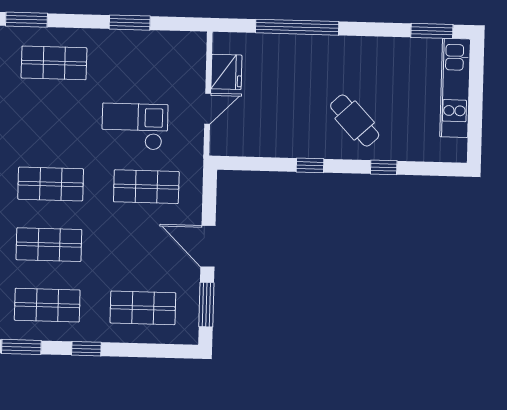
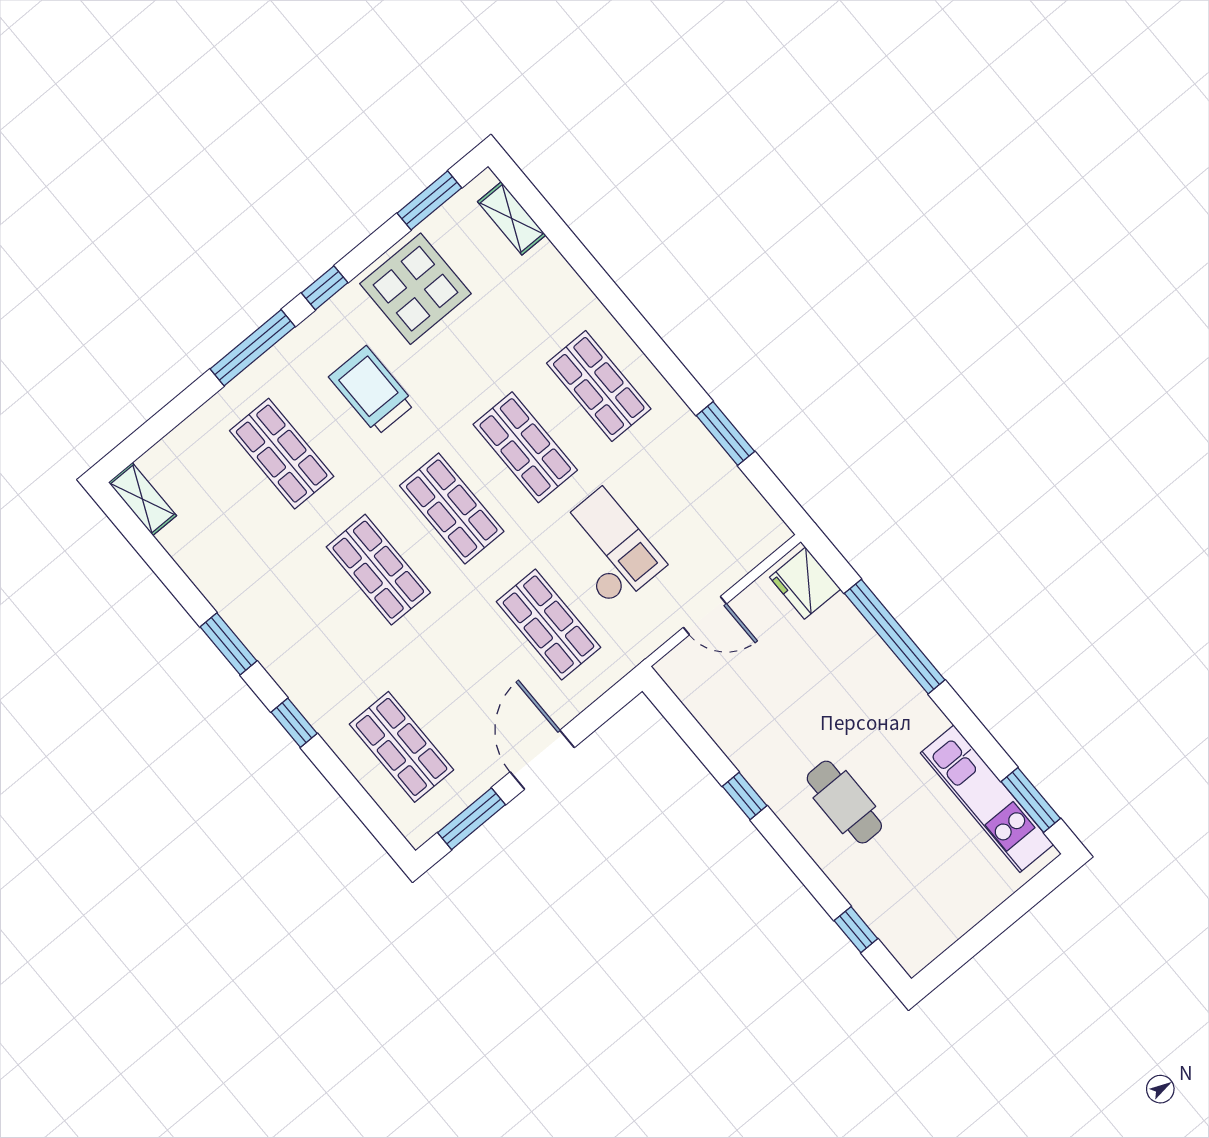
window: (26, 20) -> (621, 308), removed
fridge: (226, 72) -> (805, 583), moved, turned 90
kitchen unit: (455, 88) -> (987, 799), moved, turned -90
cafe table: (355, 120) -> (844, 802), turned -47
window: (384, 167) -> (856, 930), moved
shop shelf: (47, 305) -> (525, 447), moved

